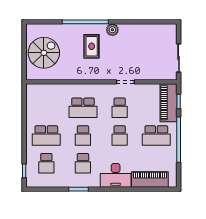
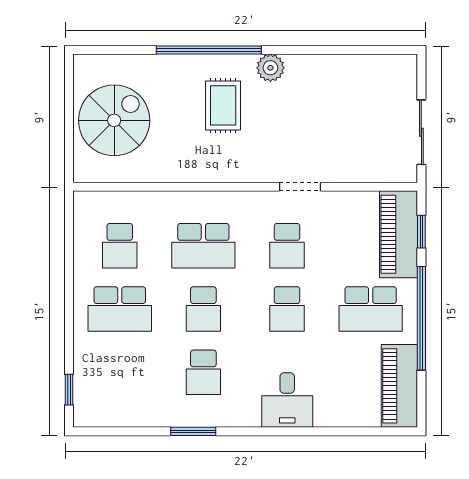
school desk: (46, 163) -> (120, 246), moved
desk: (116, 175) -> (287, 400), width x0.73
piano: (150, 179) -> (399, 386), moved, turned -90

